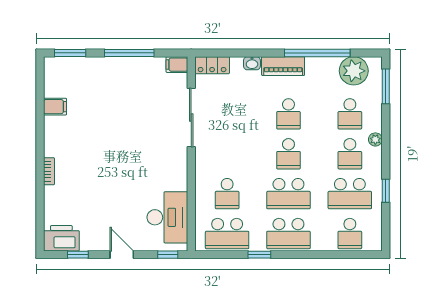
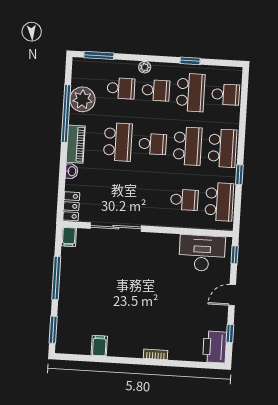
plant: (354, 71) -> (82, 99), moved
school desk: (288, 114) -> (118, 142), width x1.85

